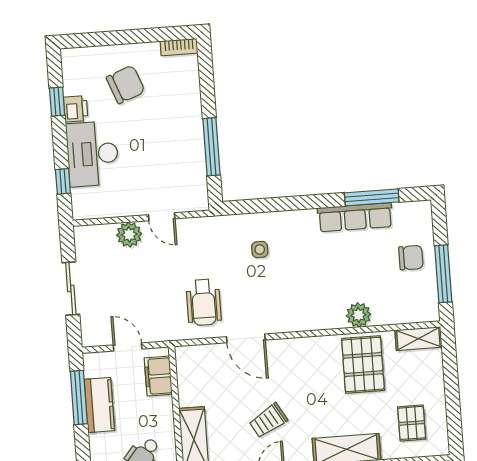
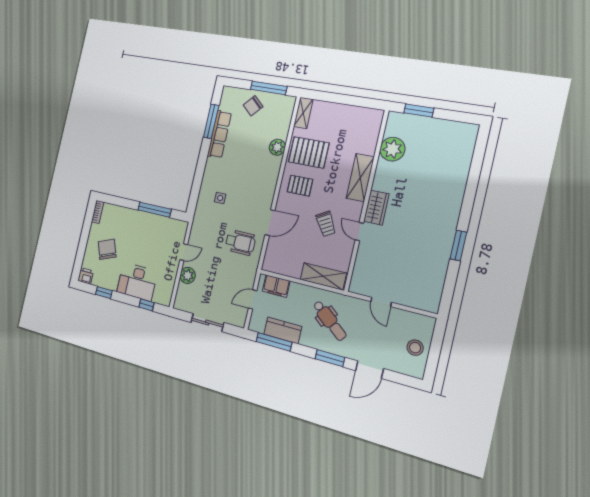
printer: (76, 109) -> (86, 276), moved
chair: (411, 258) -> (253, 106), turned -138
pallet: (412, 423) -> (300, 186), moved

